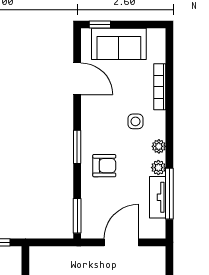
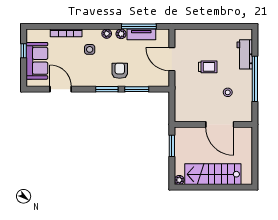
window: (100, 25) -> (24, 51), moved
door: (77, 79) -> (61, 89), hinge flipped
window: (77, 216) -> (137, 89), moved

